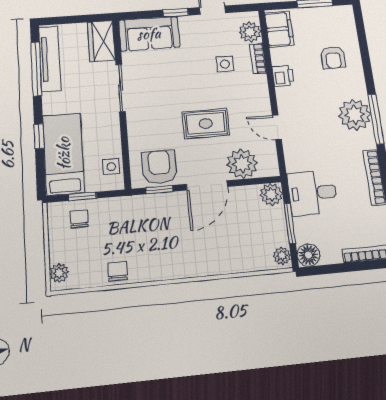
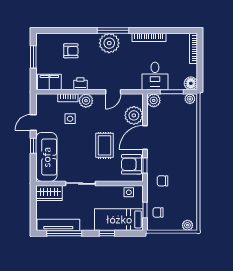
plant: (250, 32) -> (86, 101), moved
sofa: (149, 34) -> (46, 157), width x1.36
rug: (206, 123) -> (104, 145), moved
door: (207, 185) -> (145, 137), swing flipped
chair: (118, 271) -> (162, 181), moved

